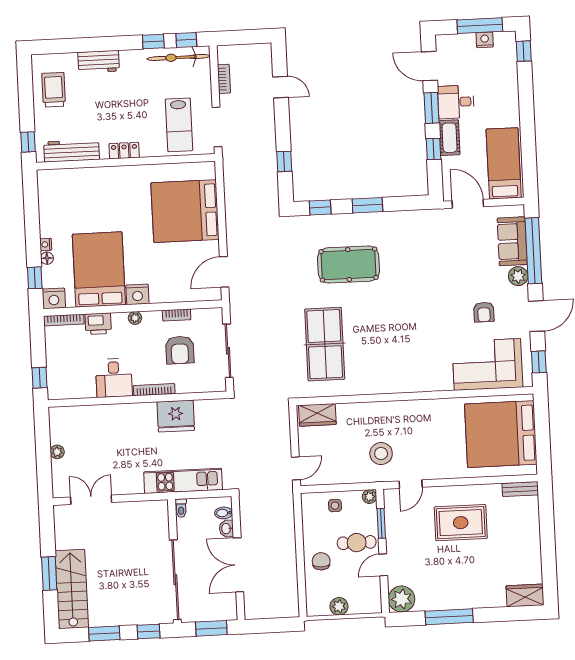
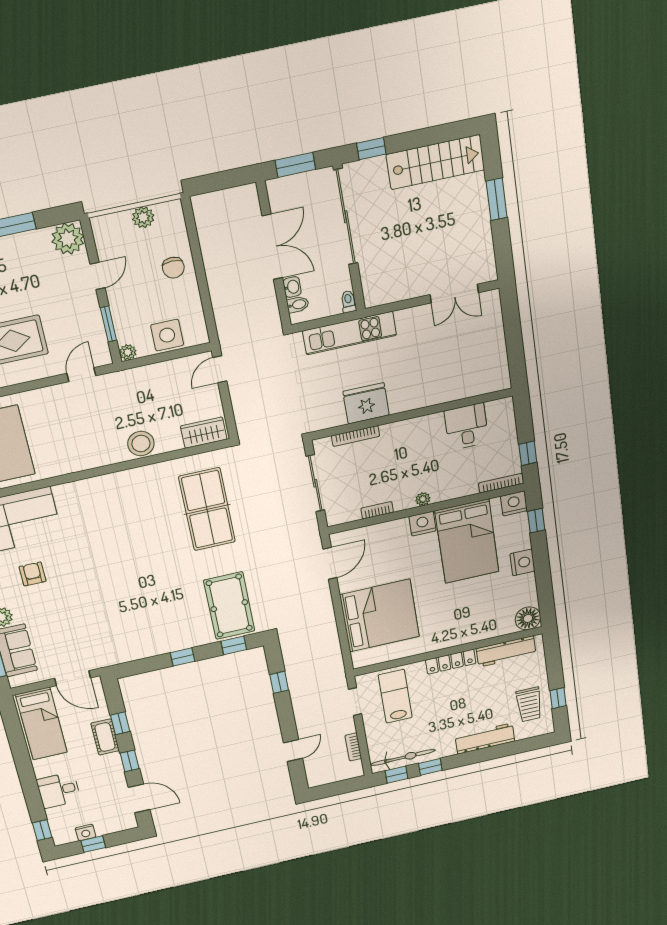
window: (480, 26) -> (93, 844), width x0.46
workbench: (99, 62) -> (485, 739), width x1.38
door: (281, 87) -> (293, 750), swing flipped
desk: (456, 102) -> (59, 790), moved, turned 180
window: (432, 108) -> (130, 761), width x0.67
doorway: (217, 127) -> (355, 702), width x0.73
window: (28, 142) -> (558, 698), moved
locker: (124, 151) -> (451, 662), width x1.53
window: (367, 205) -> (182, 657), width x0.67
nightstand: (46, 244) -> (522, 562), width x1.89, depth x1.79
floor lamp: (47, 258) -> (528, 618), moved, width x1.89, depth x1.89
pool table: (348, 265) -> (229, 606), moved, turned 90
printer: (98, 324) -> (463, 486), removed
armchair: (180, 350) -> (370, 475), removed
window: (40, 378) -> (528, 453), moved
desk: (114, 378) -> (466, 427), moved
bookcase: (154, 390) -> (356, 436), moved
plant: (57, 452) -> (498, 341), removed
stool: (381, 454) -> (141, 444), moved
side table: (335, 506) -> (167, 335), width x1.87, depth x1.87
cafe table: (357, 543) -> (134, 297), removed
stairs: (72, 589) -> (436, 162), moved, turned -90
window: (104, 634) -> (425, 137), removed

